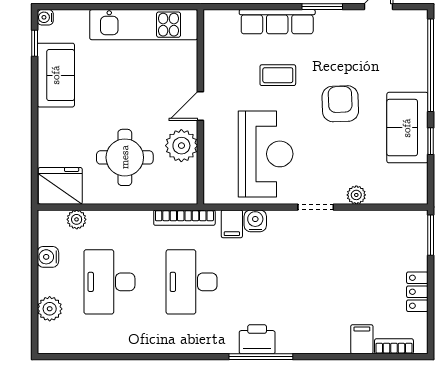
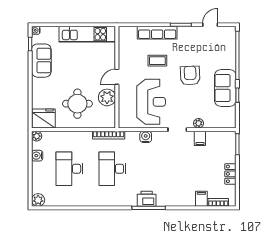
plant: (77, 219) -> (37, 136), moved
filing cabinet: (232, 224) -> (200, 138), moved
plant: (50, 309) -> (38, 200), moved

